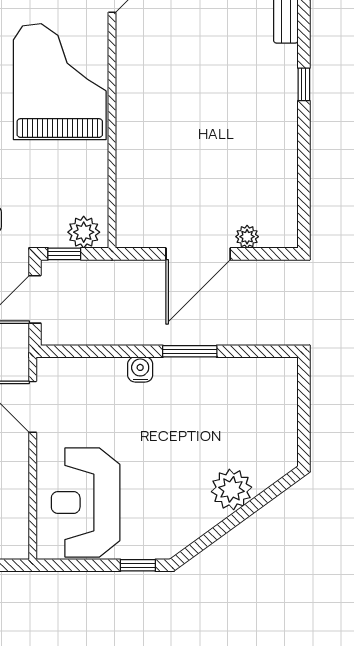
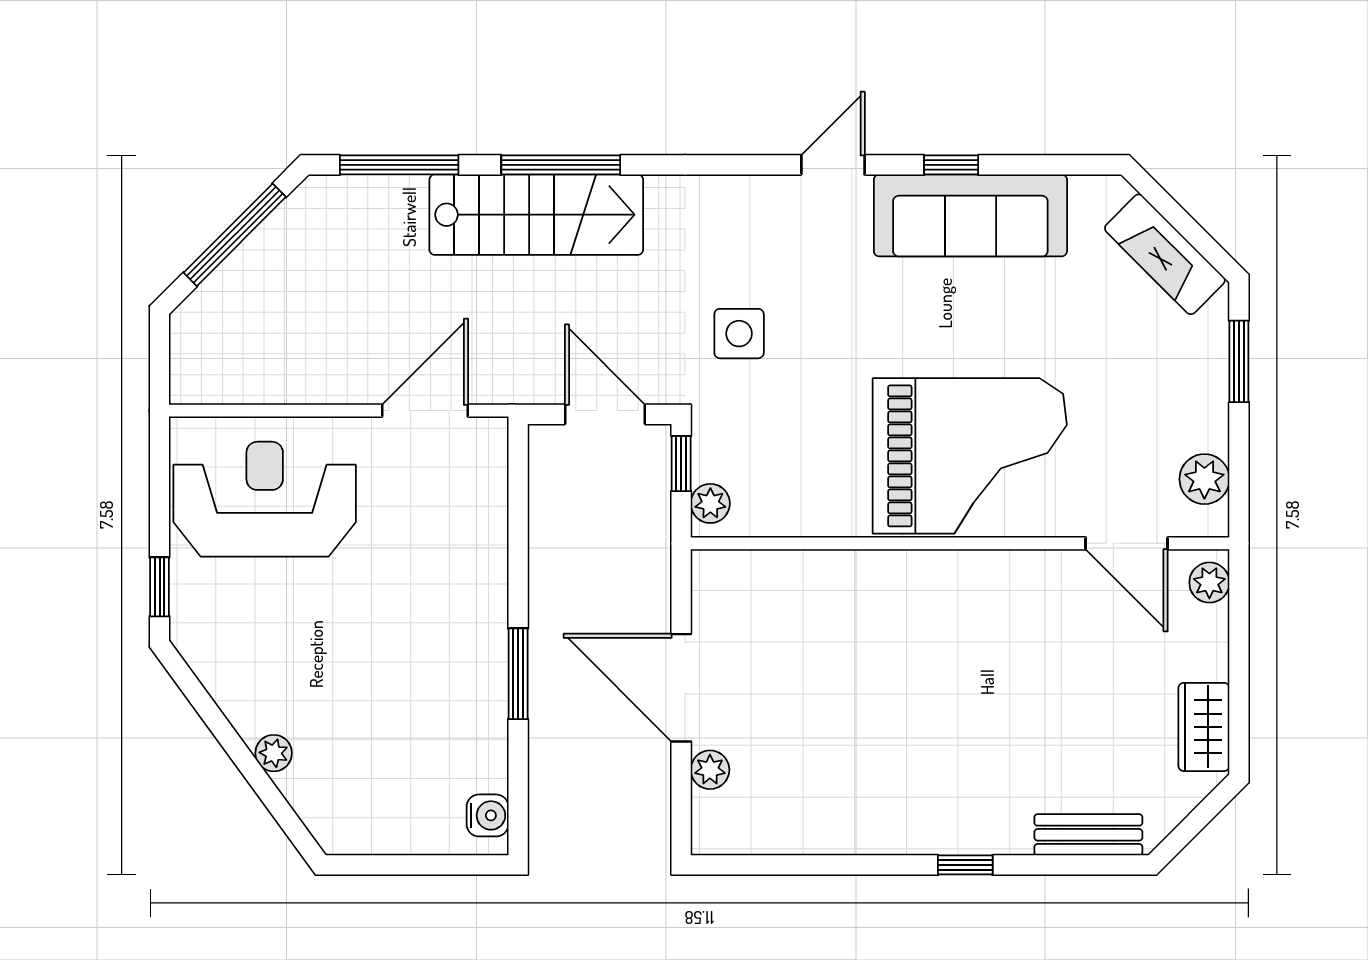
plant: (84, 232) -> (710, 503), width x0.73, depth x0.73
water cooler: (140, 369) -> (488, 815), moved
plant: (231, 489) -> (274, 753), width x0.53, depth x0.53

